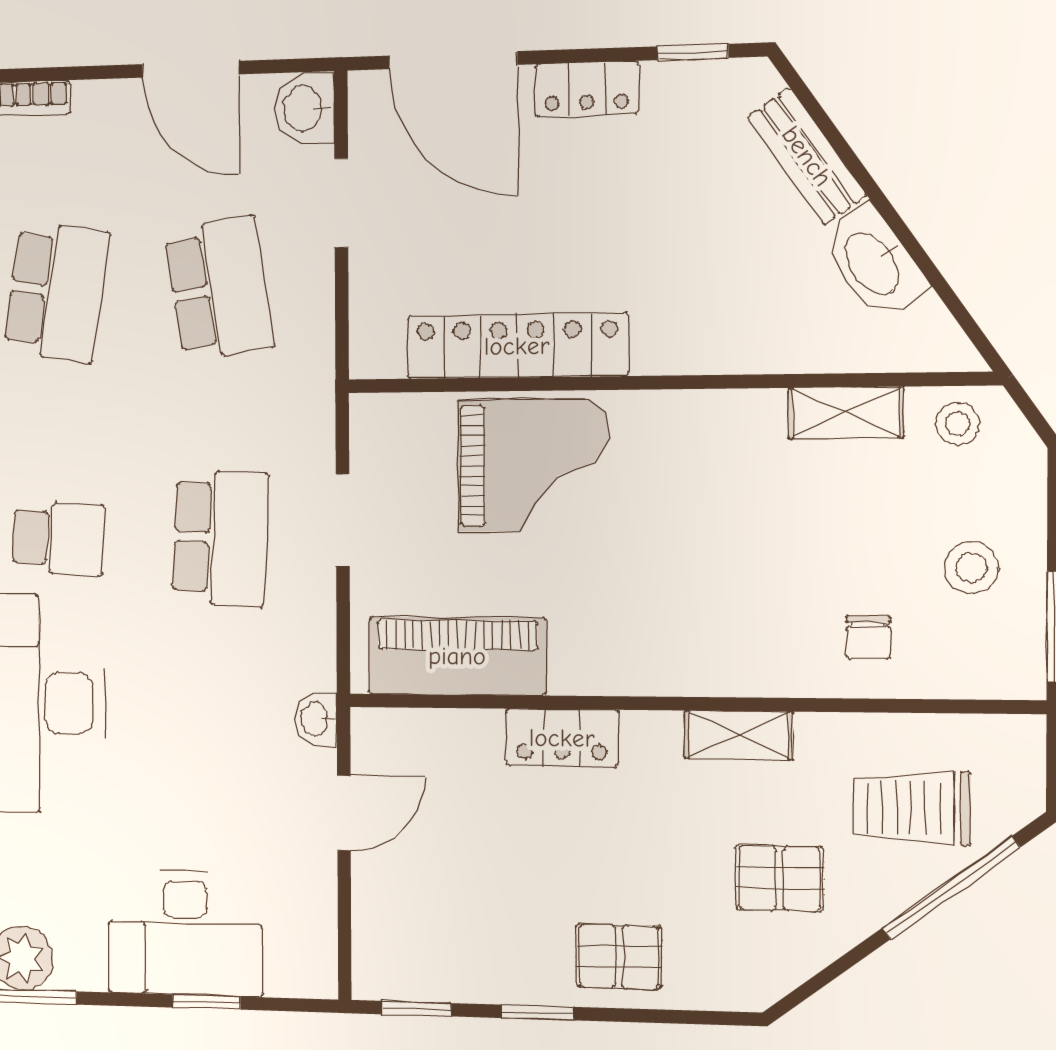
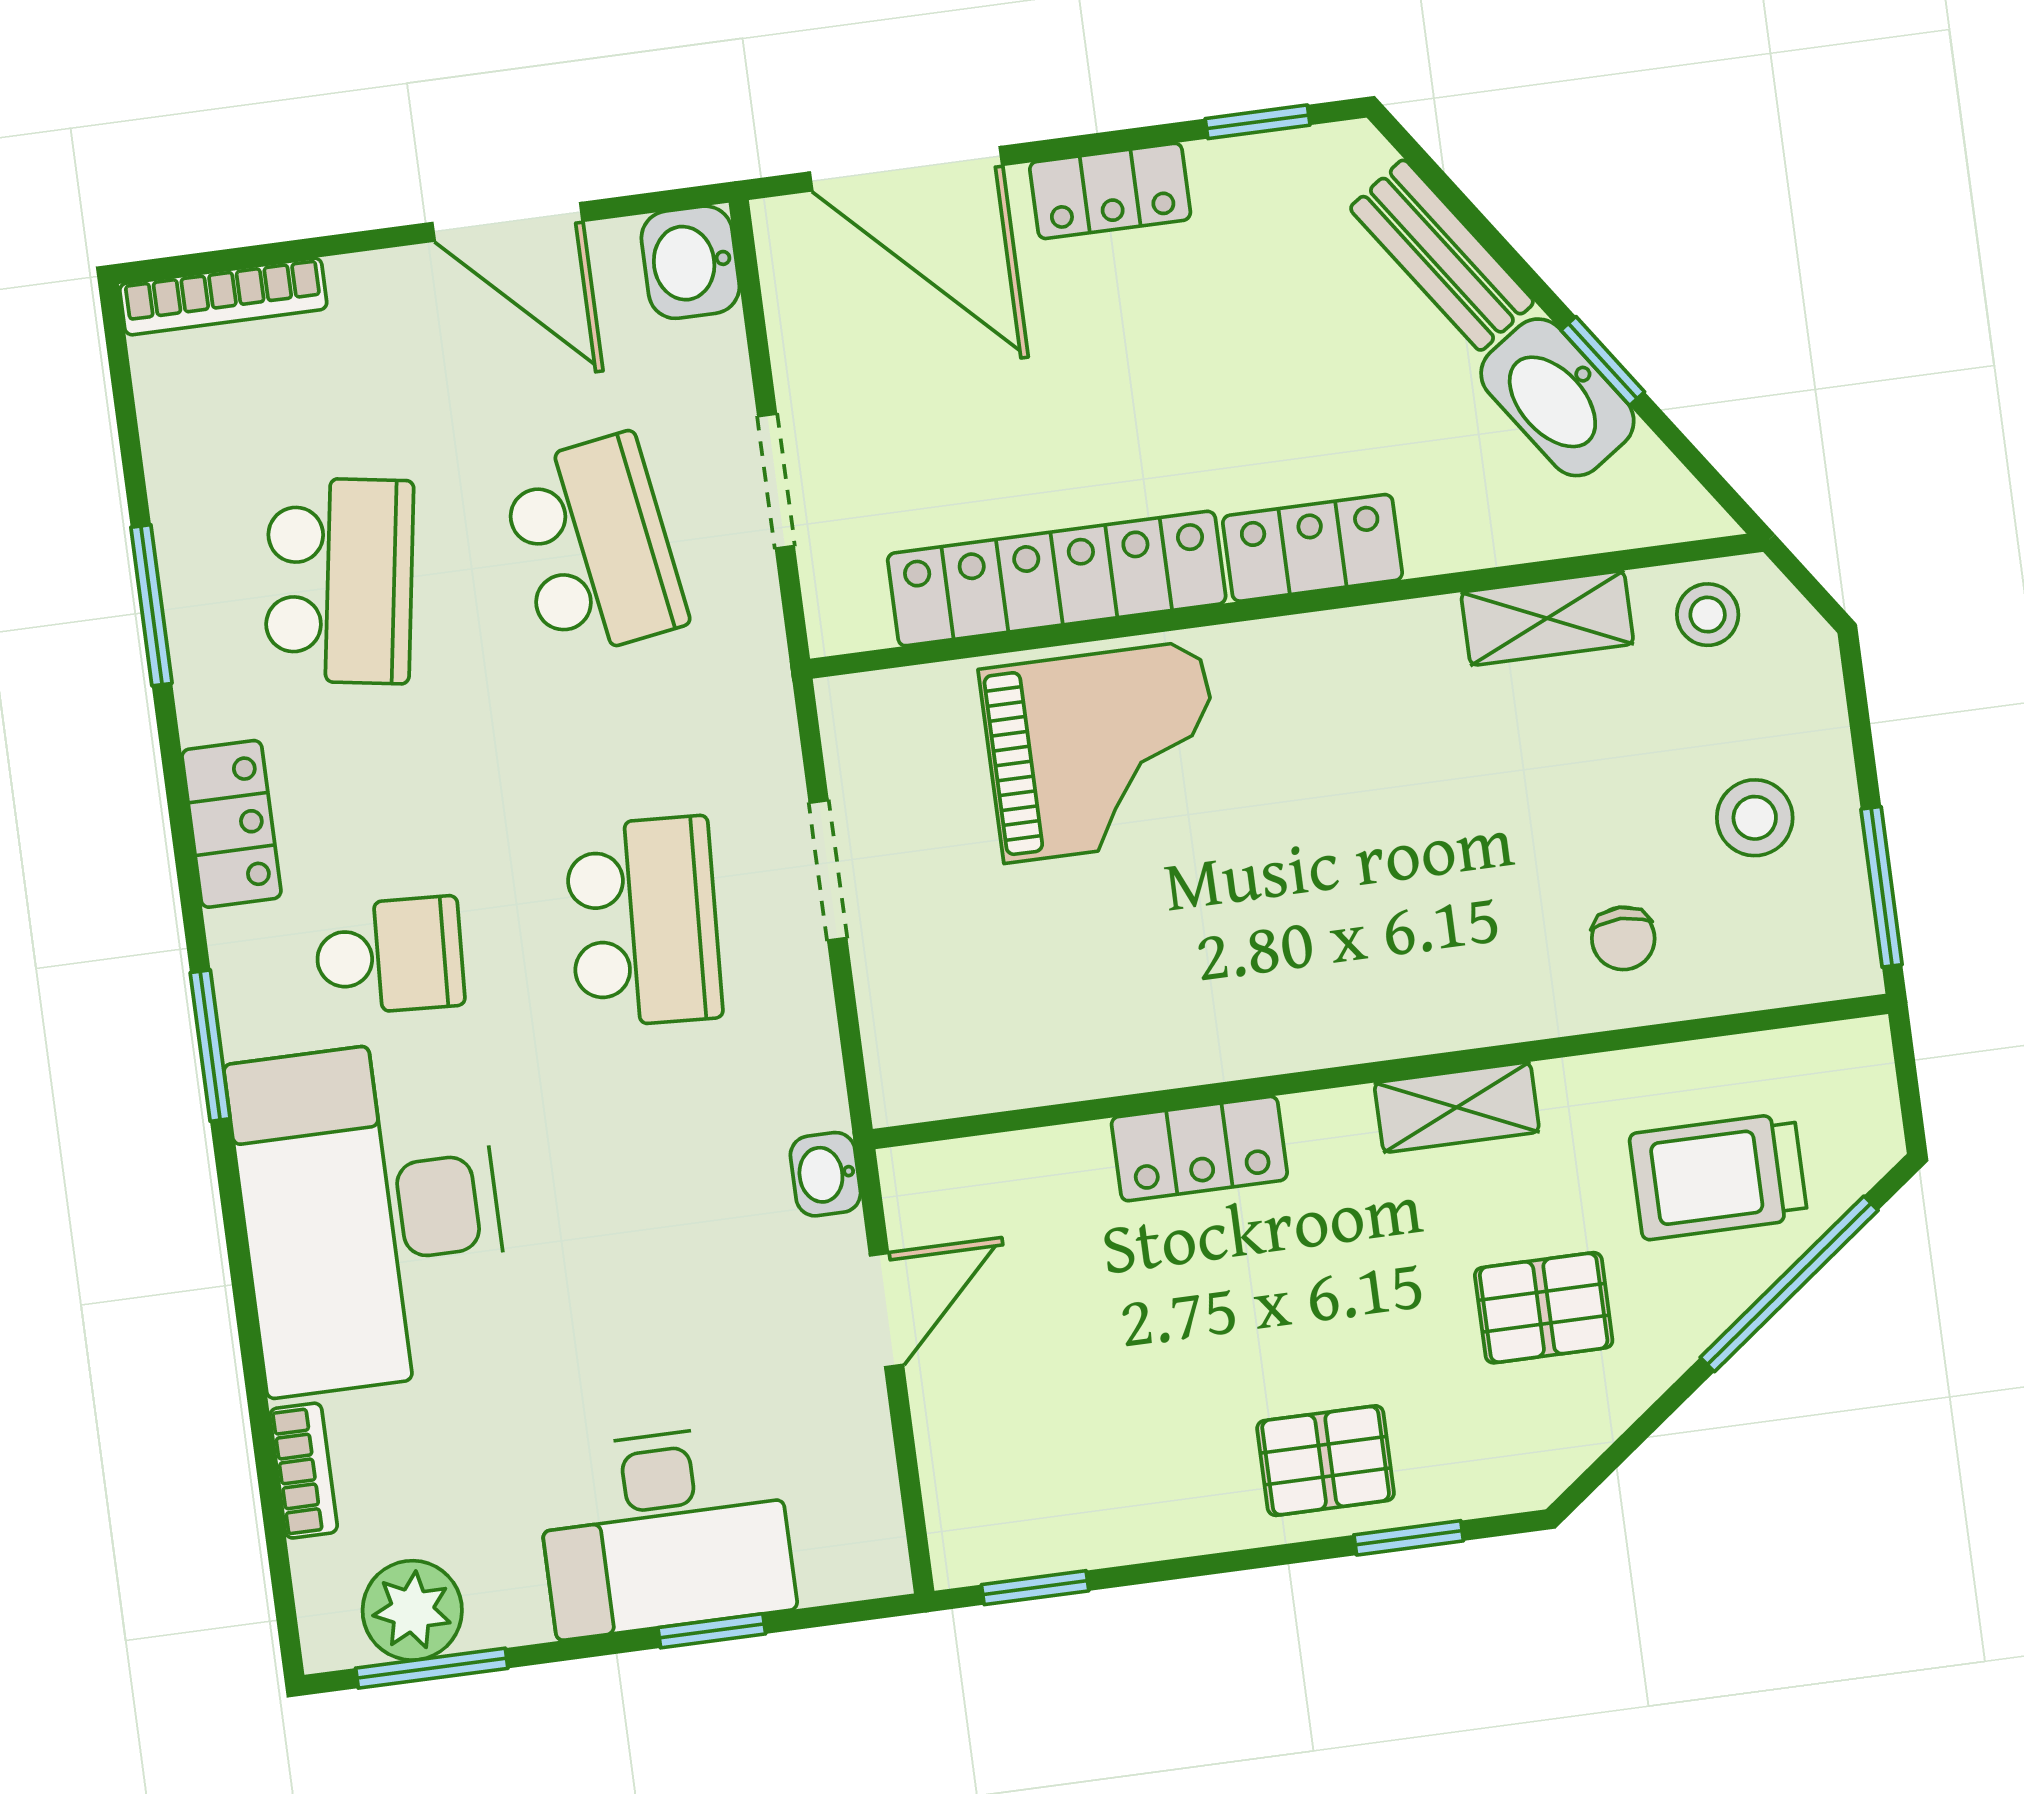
doorway: (341, 203) -> (776, 481), moved
window: (909, 241) -> (1603, 361), added
locker: (691, 346) -> (1312, 548), added
piano: (457, 656) -> (1027, 1049), removed
window: (538, 1012) -> (1409, 1538), moved

